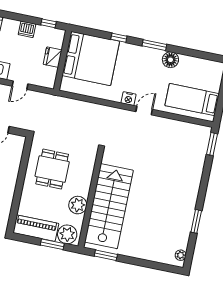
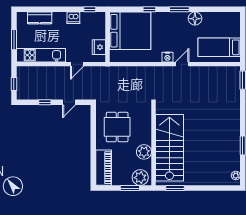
fridge: (53, 57) -> (99, 47), moved
piano: (36, 228) -> (104, 168), moved, turned 90

